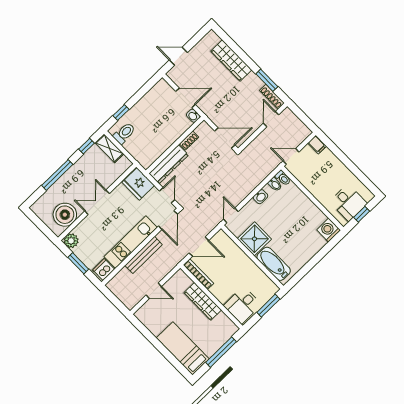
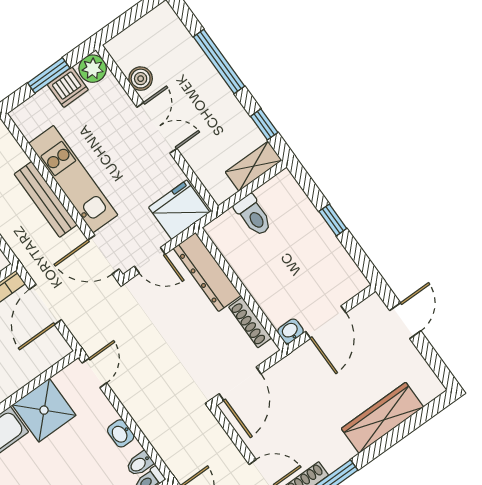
window: (121, 112) -> (333, 220), moved
toilet: (124, 133) -> (253, 215), moved
shoe rack: (189, 140) -> (250, 323), width x1.43
boiler: (65, 215) -> (141, 79), width x0.54, depth x0.54
door: (231, 215) -> (94, 373), hinge flipped
dishwasher: (104, 270) -> (68, 87), moved, turned 90

